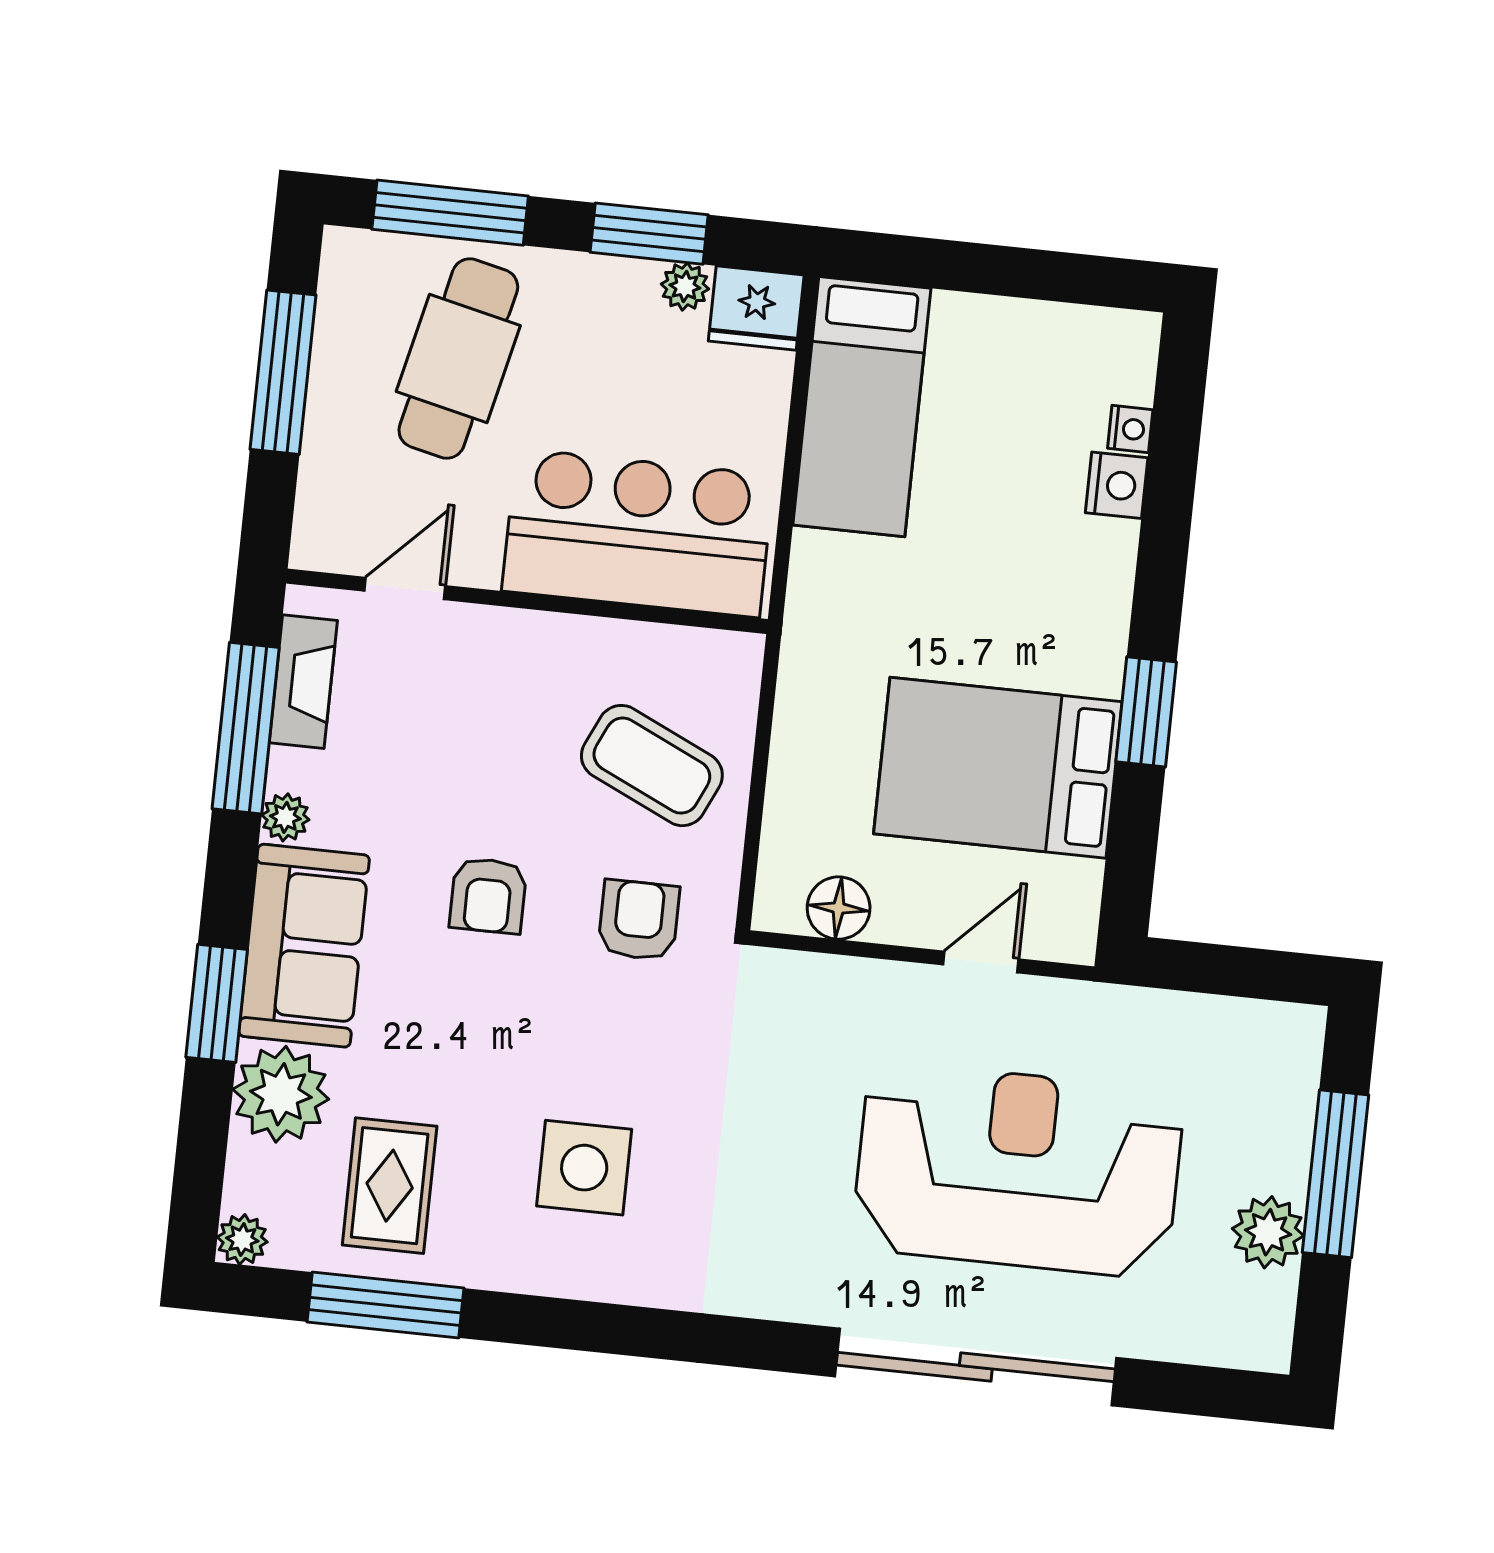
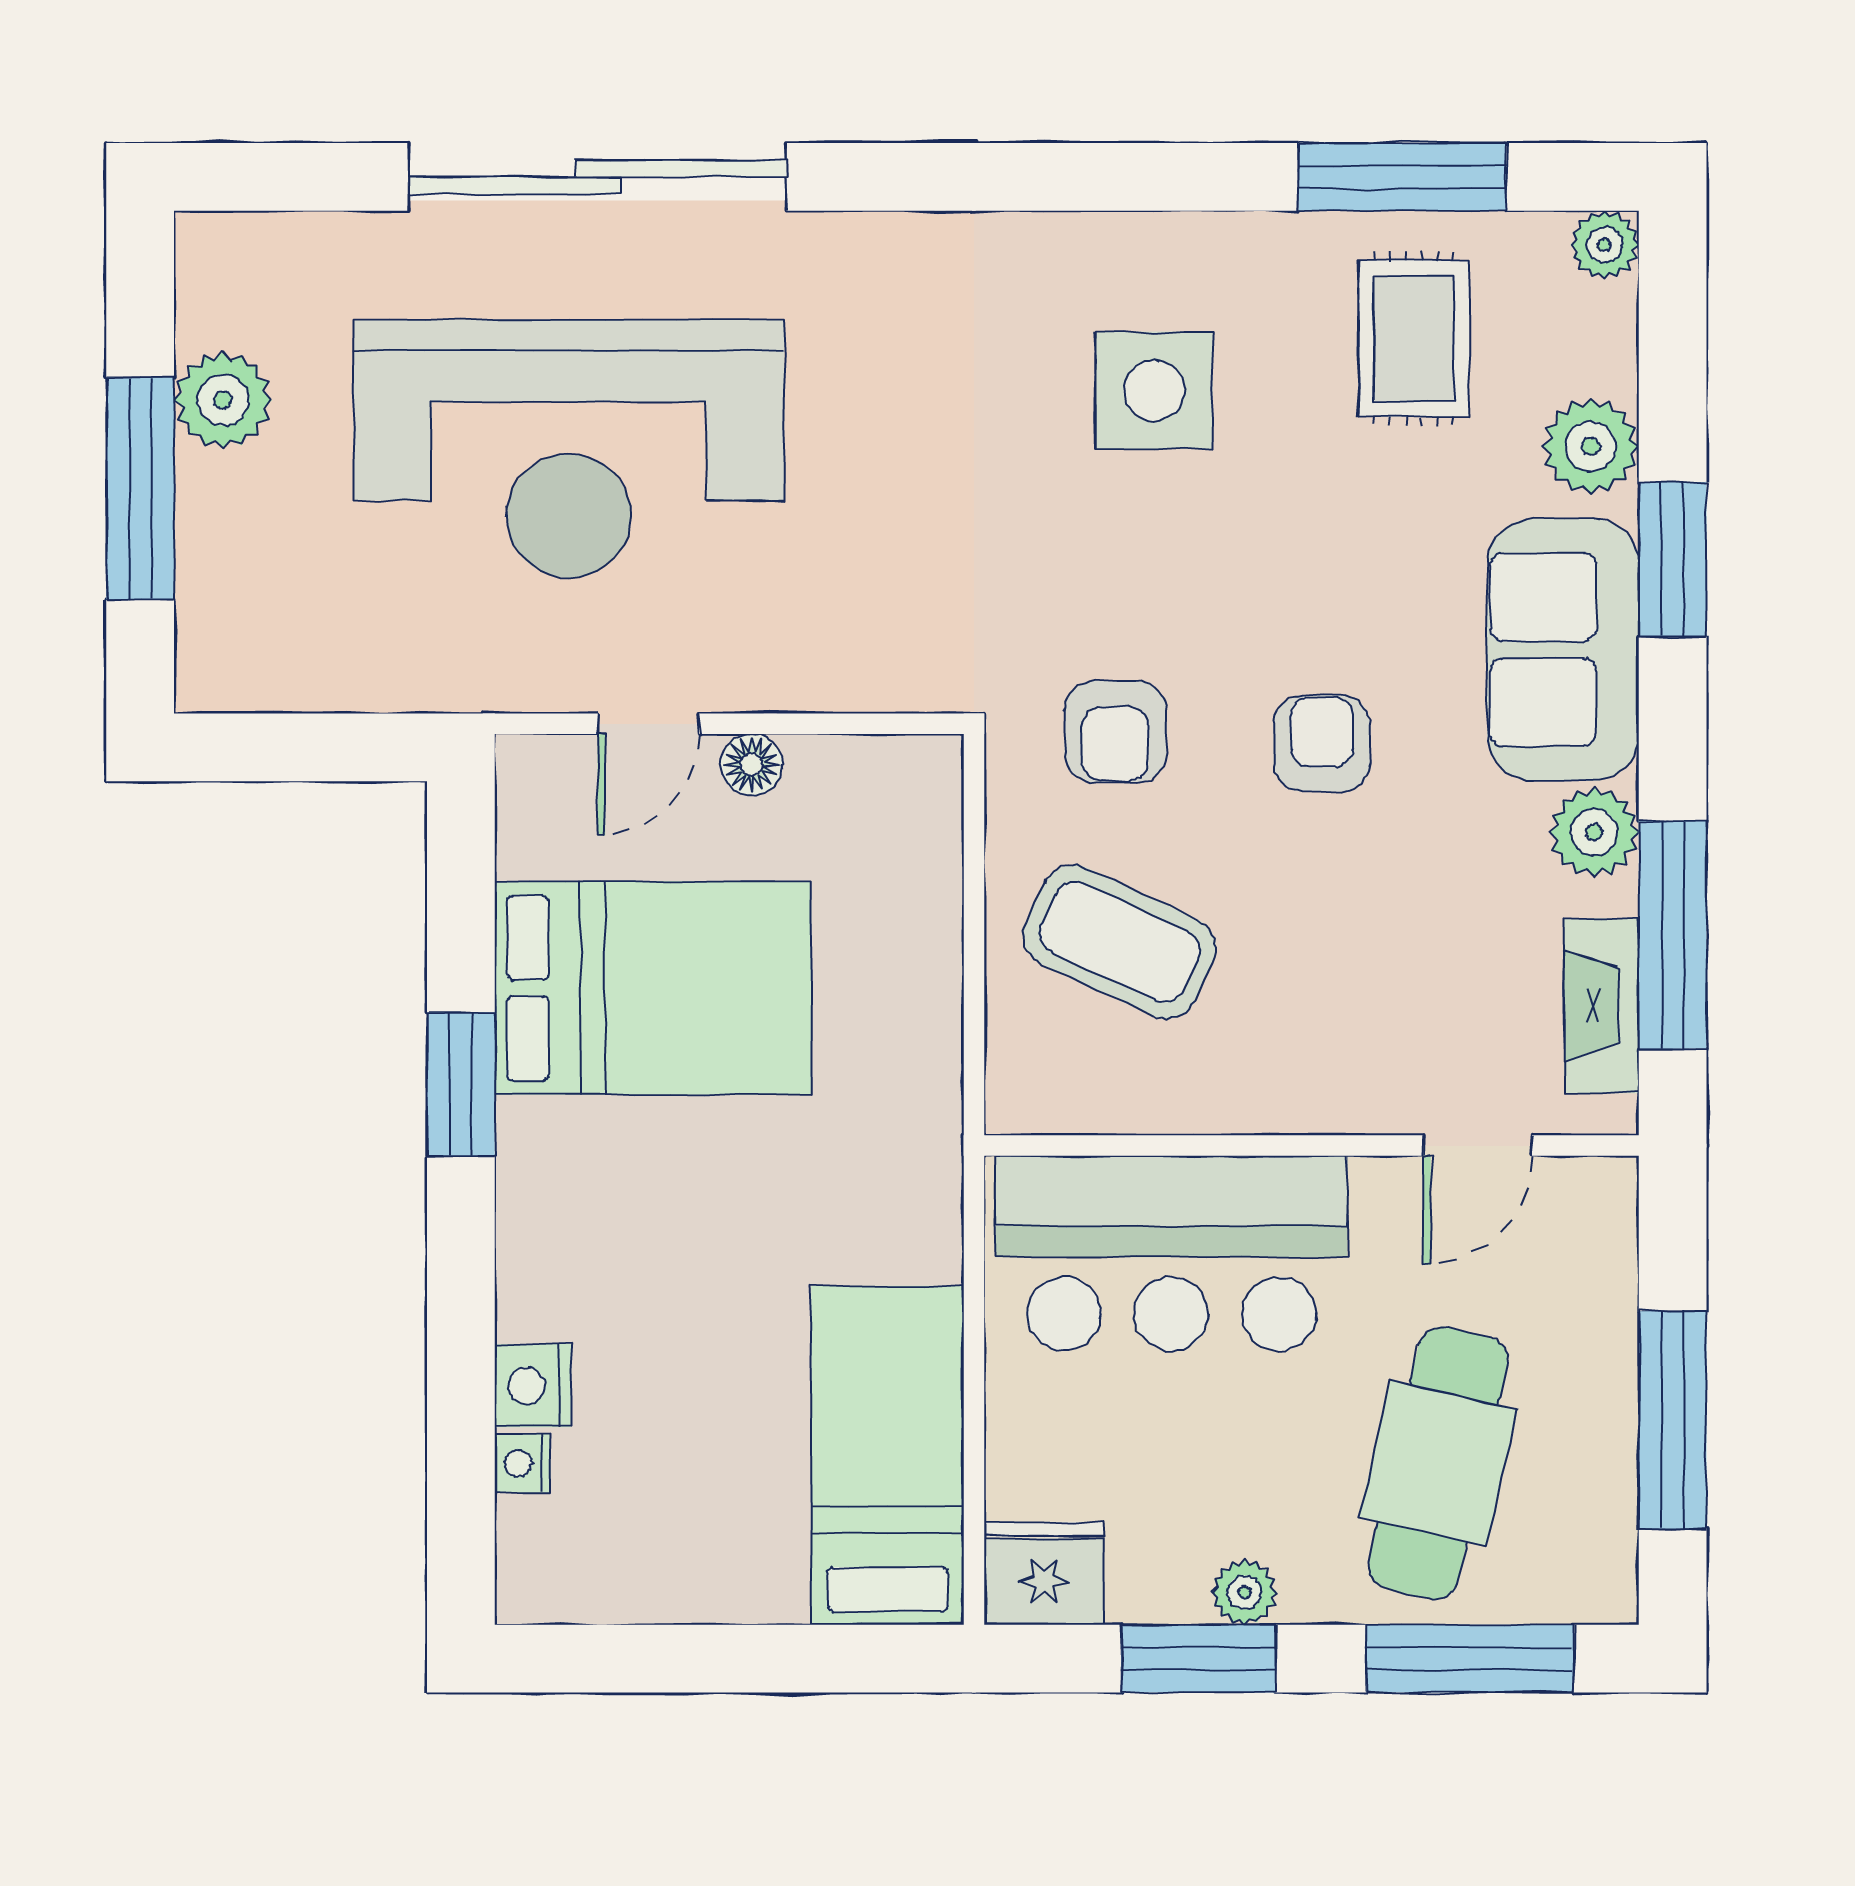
plant: (685, 287) -> (1245, 1592), moved
plant: (285, 817) -> (1594, 832), width x1.38, depth x1.38
floor lamp: (839, 908) -> (751, 765), moved, width x0.73, depth x0.73
plant: (281, 1094) -> (1591, 446), width x0.73, depth x0.73

